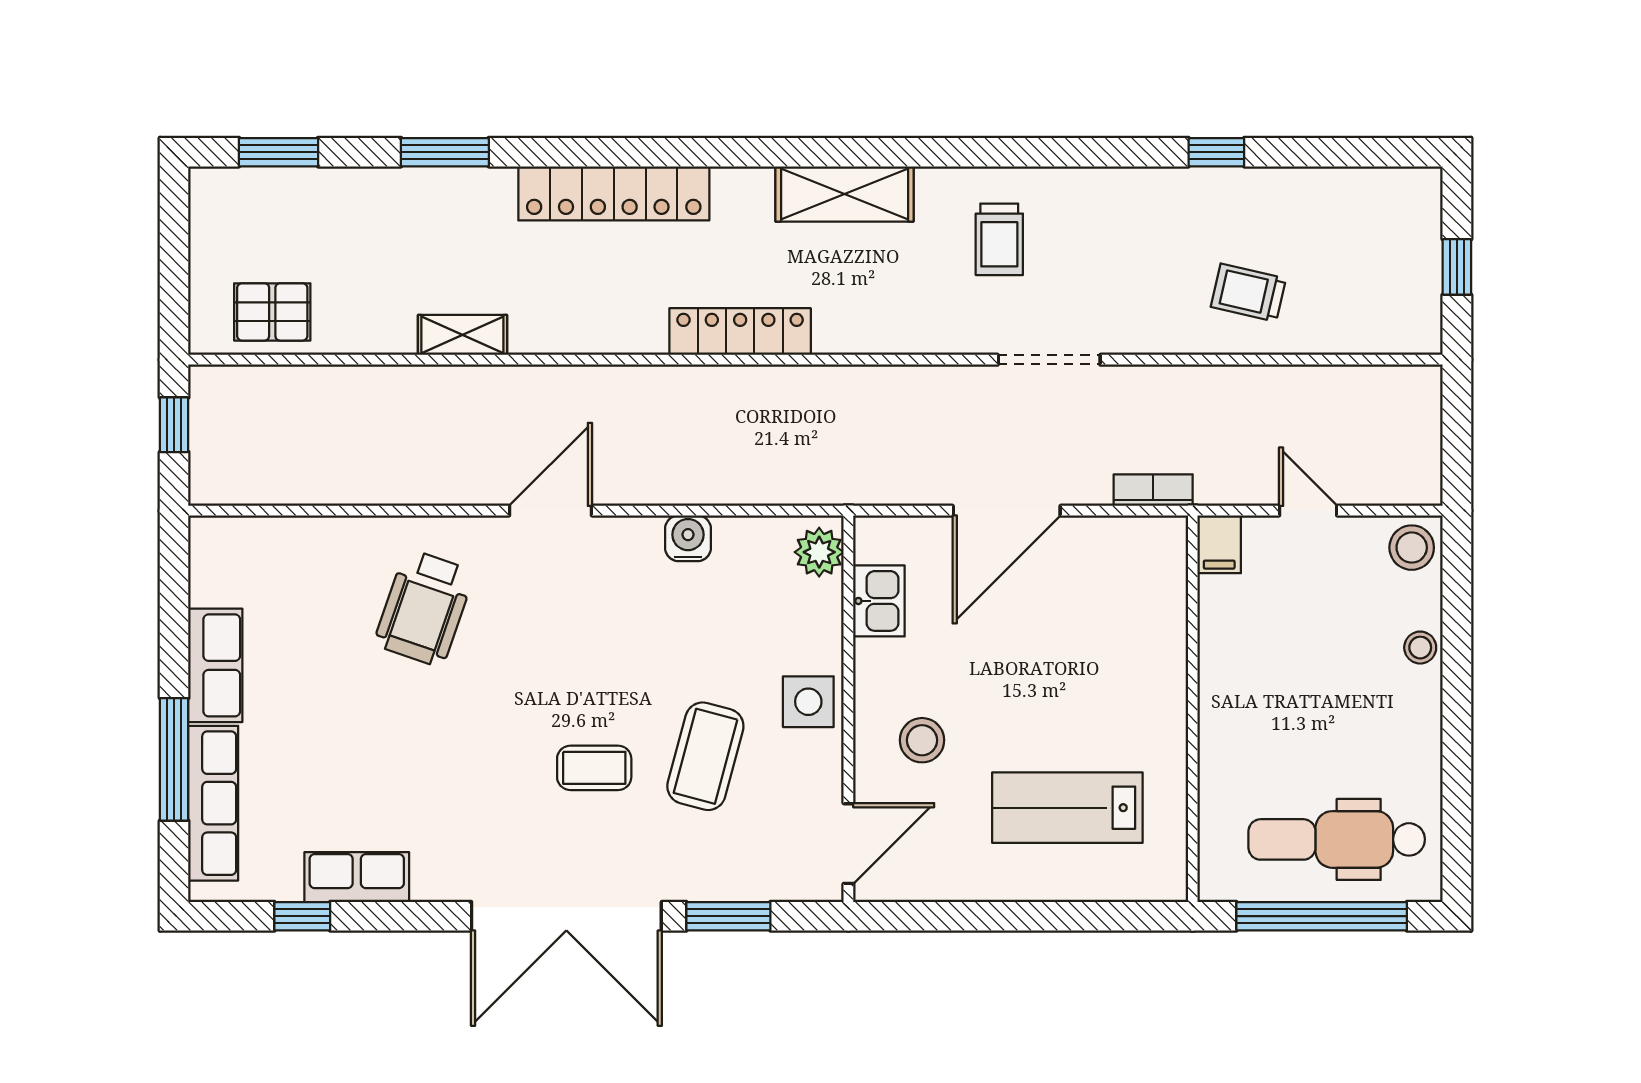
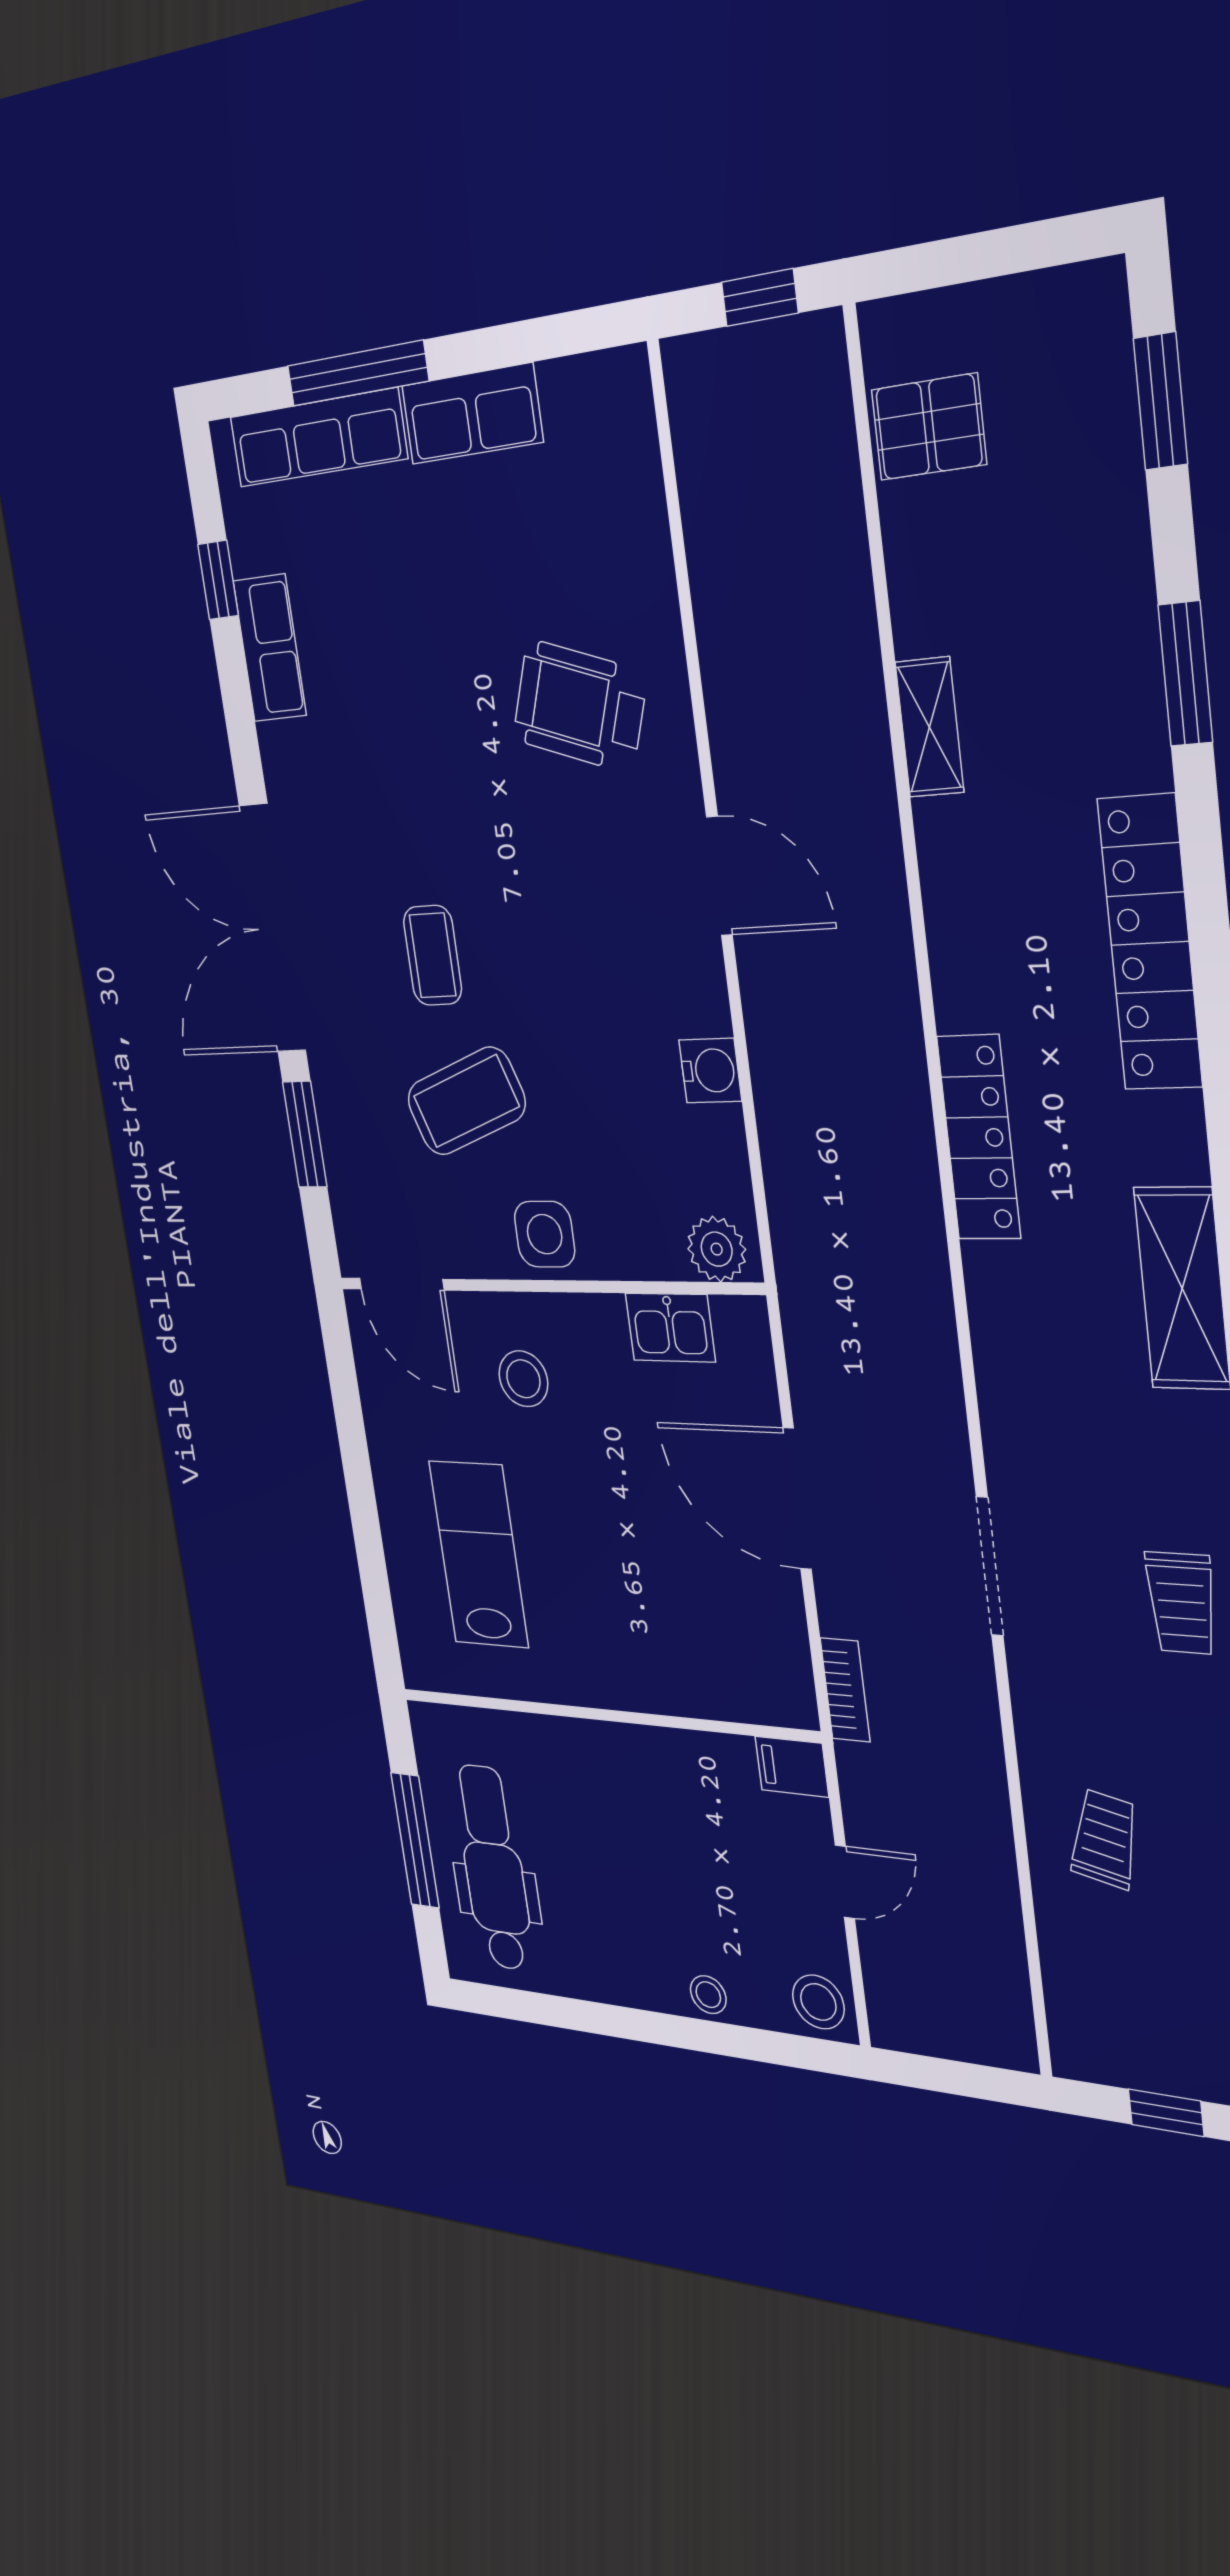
trolley: (999, 239) -> (1181, 1603), moved, turned -90
pallet: (272, 312) -> (929, 427), turned 90
coffee table: (705, 756) -> (466, 1101), turned -35
window: (1322, 916) -> (415, 1840), width x0.68

